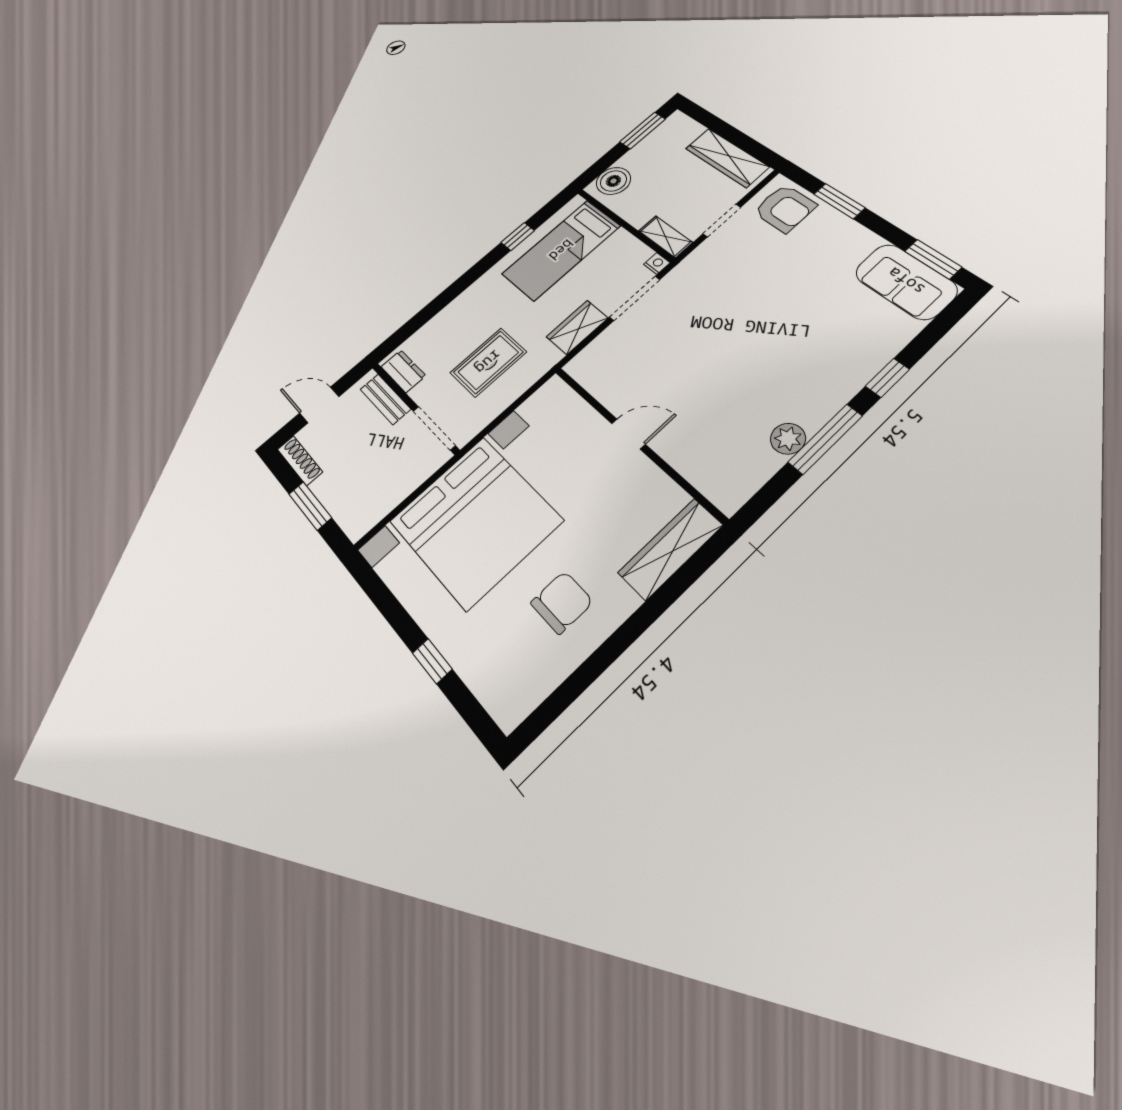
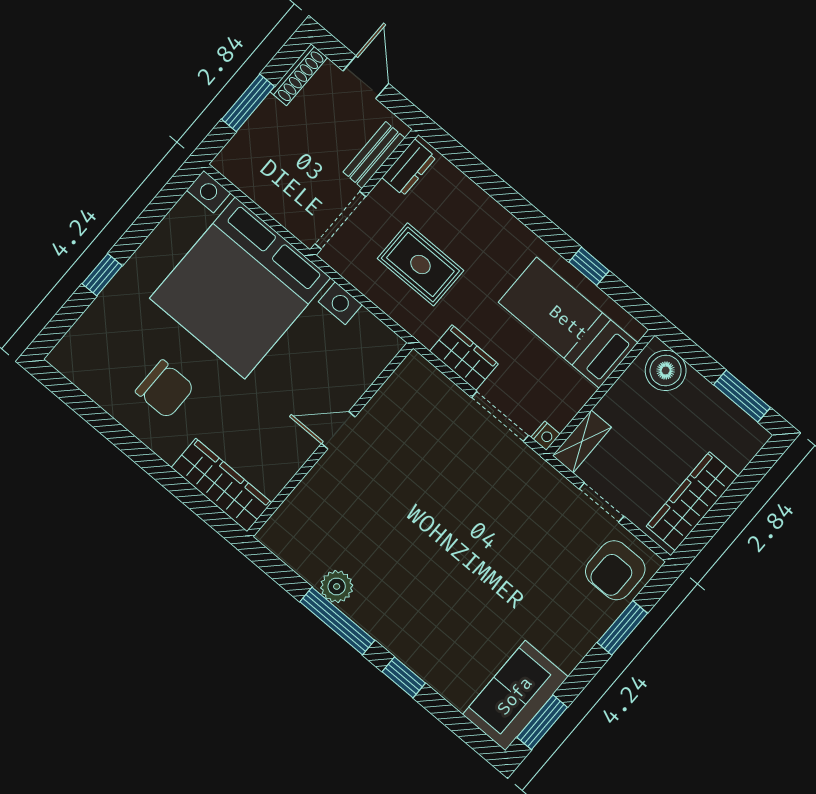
door: (628, 434) -> (338, 430), swing flipped

